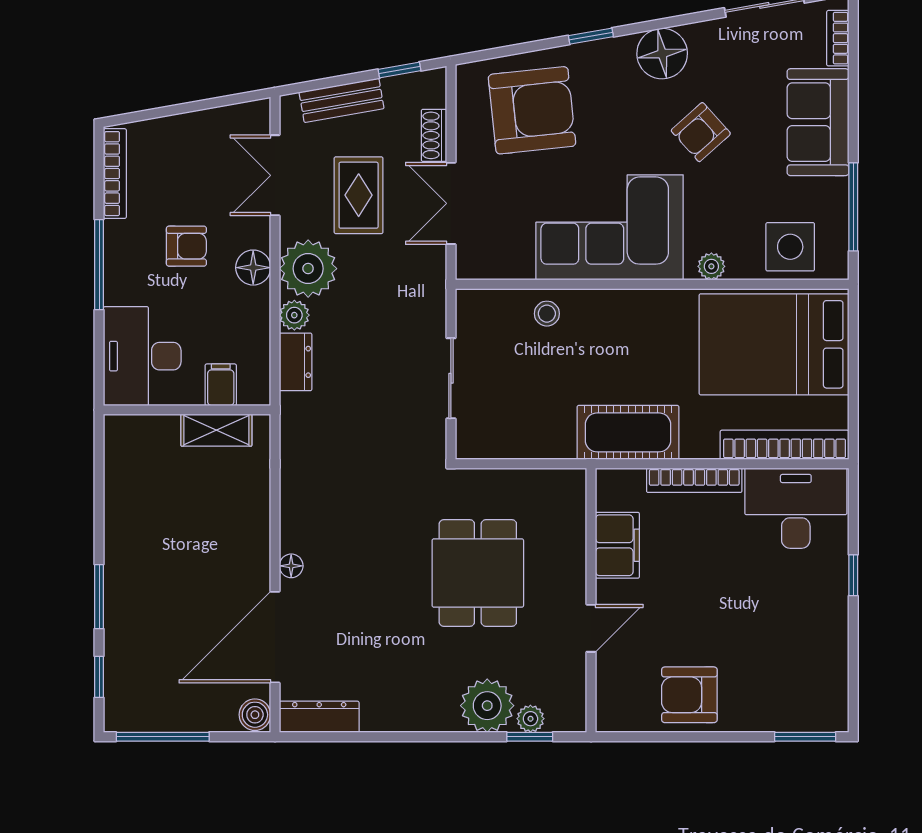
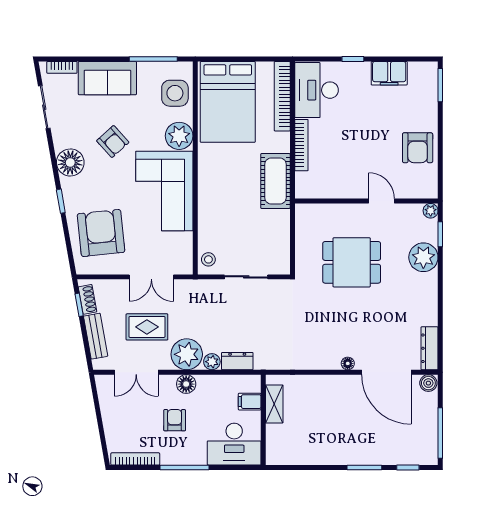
shoe rack: (434, 135) -> (88, 299), moved, turned -100
plant: (711, 266) -> (179, 136), width x1.88, depth x1.88
stool: (547, 314) -> (208, 259), moved
filing cabinet: (617, 545) -> (389, 73), moved, turned 180
plant: (530, 719) -> (431, 211), moved

